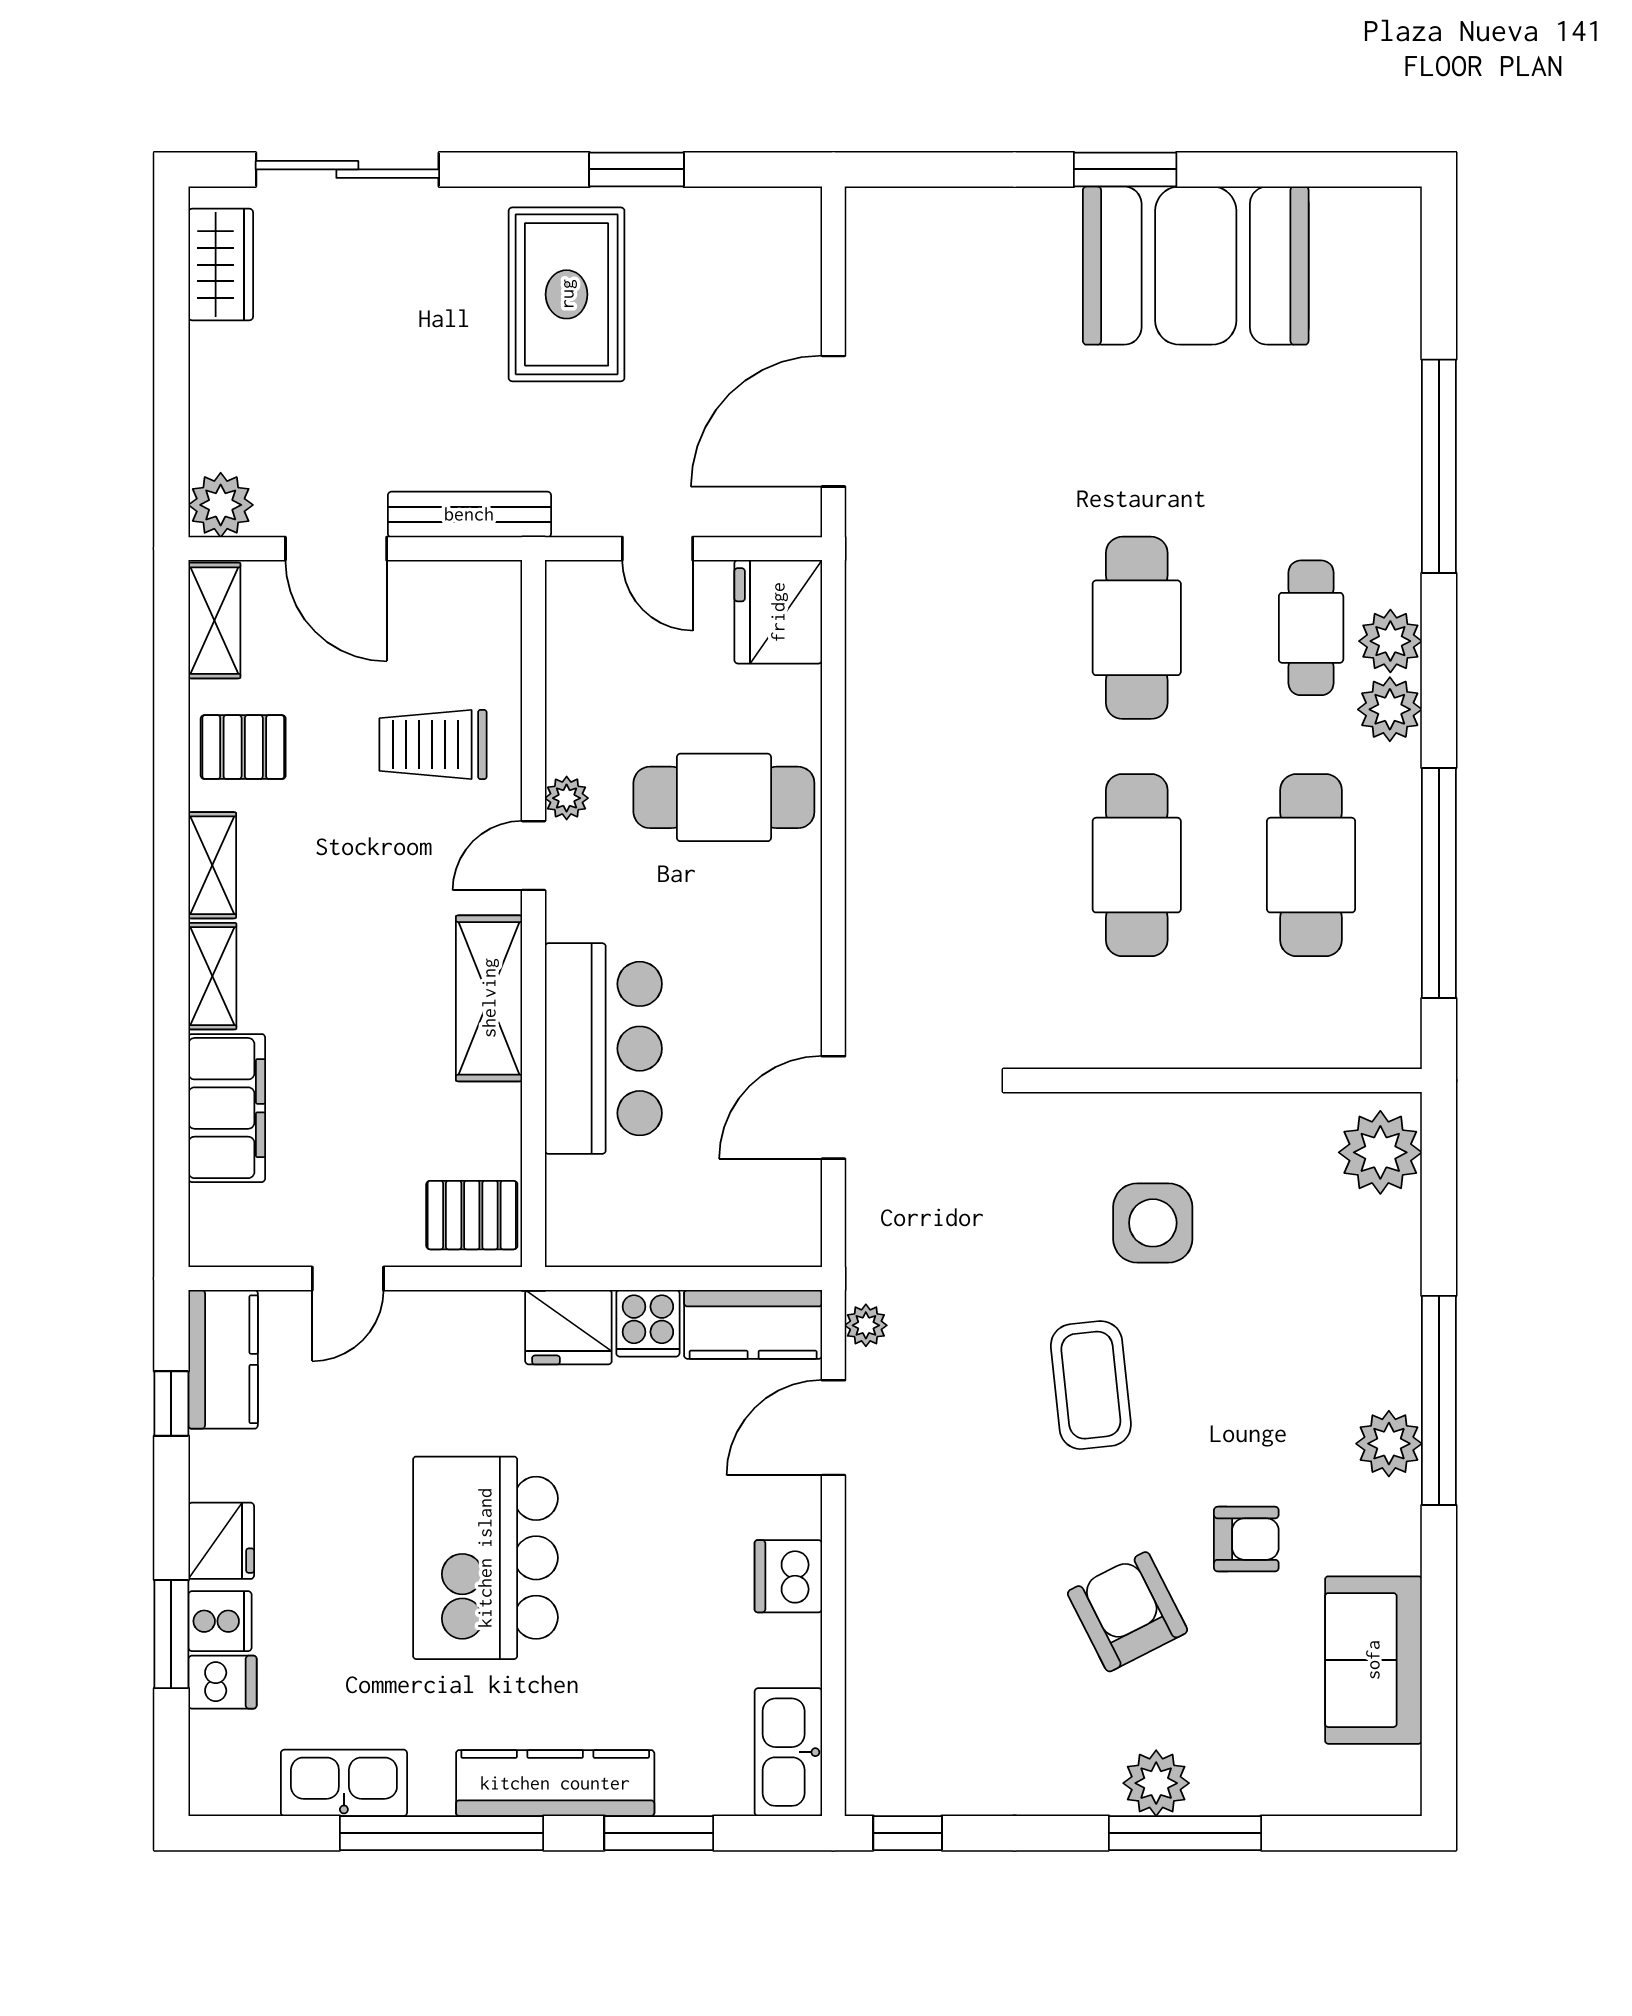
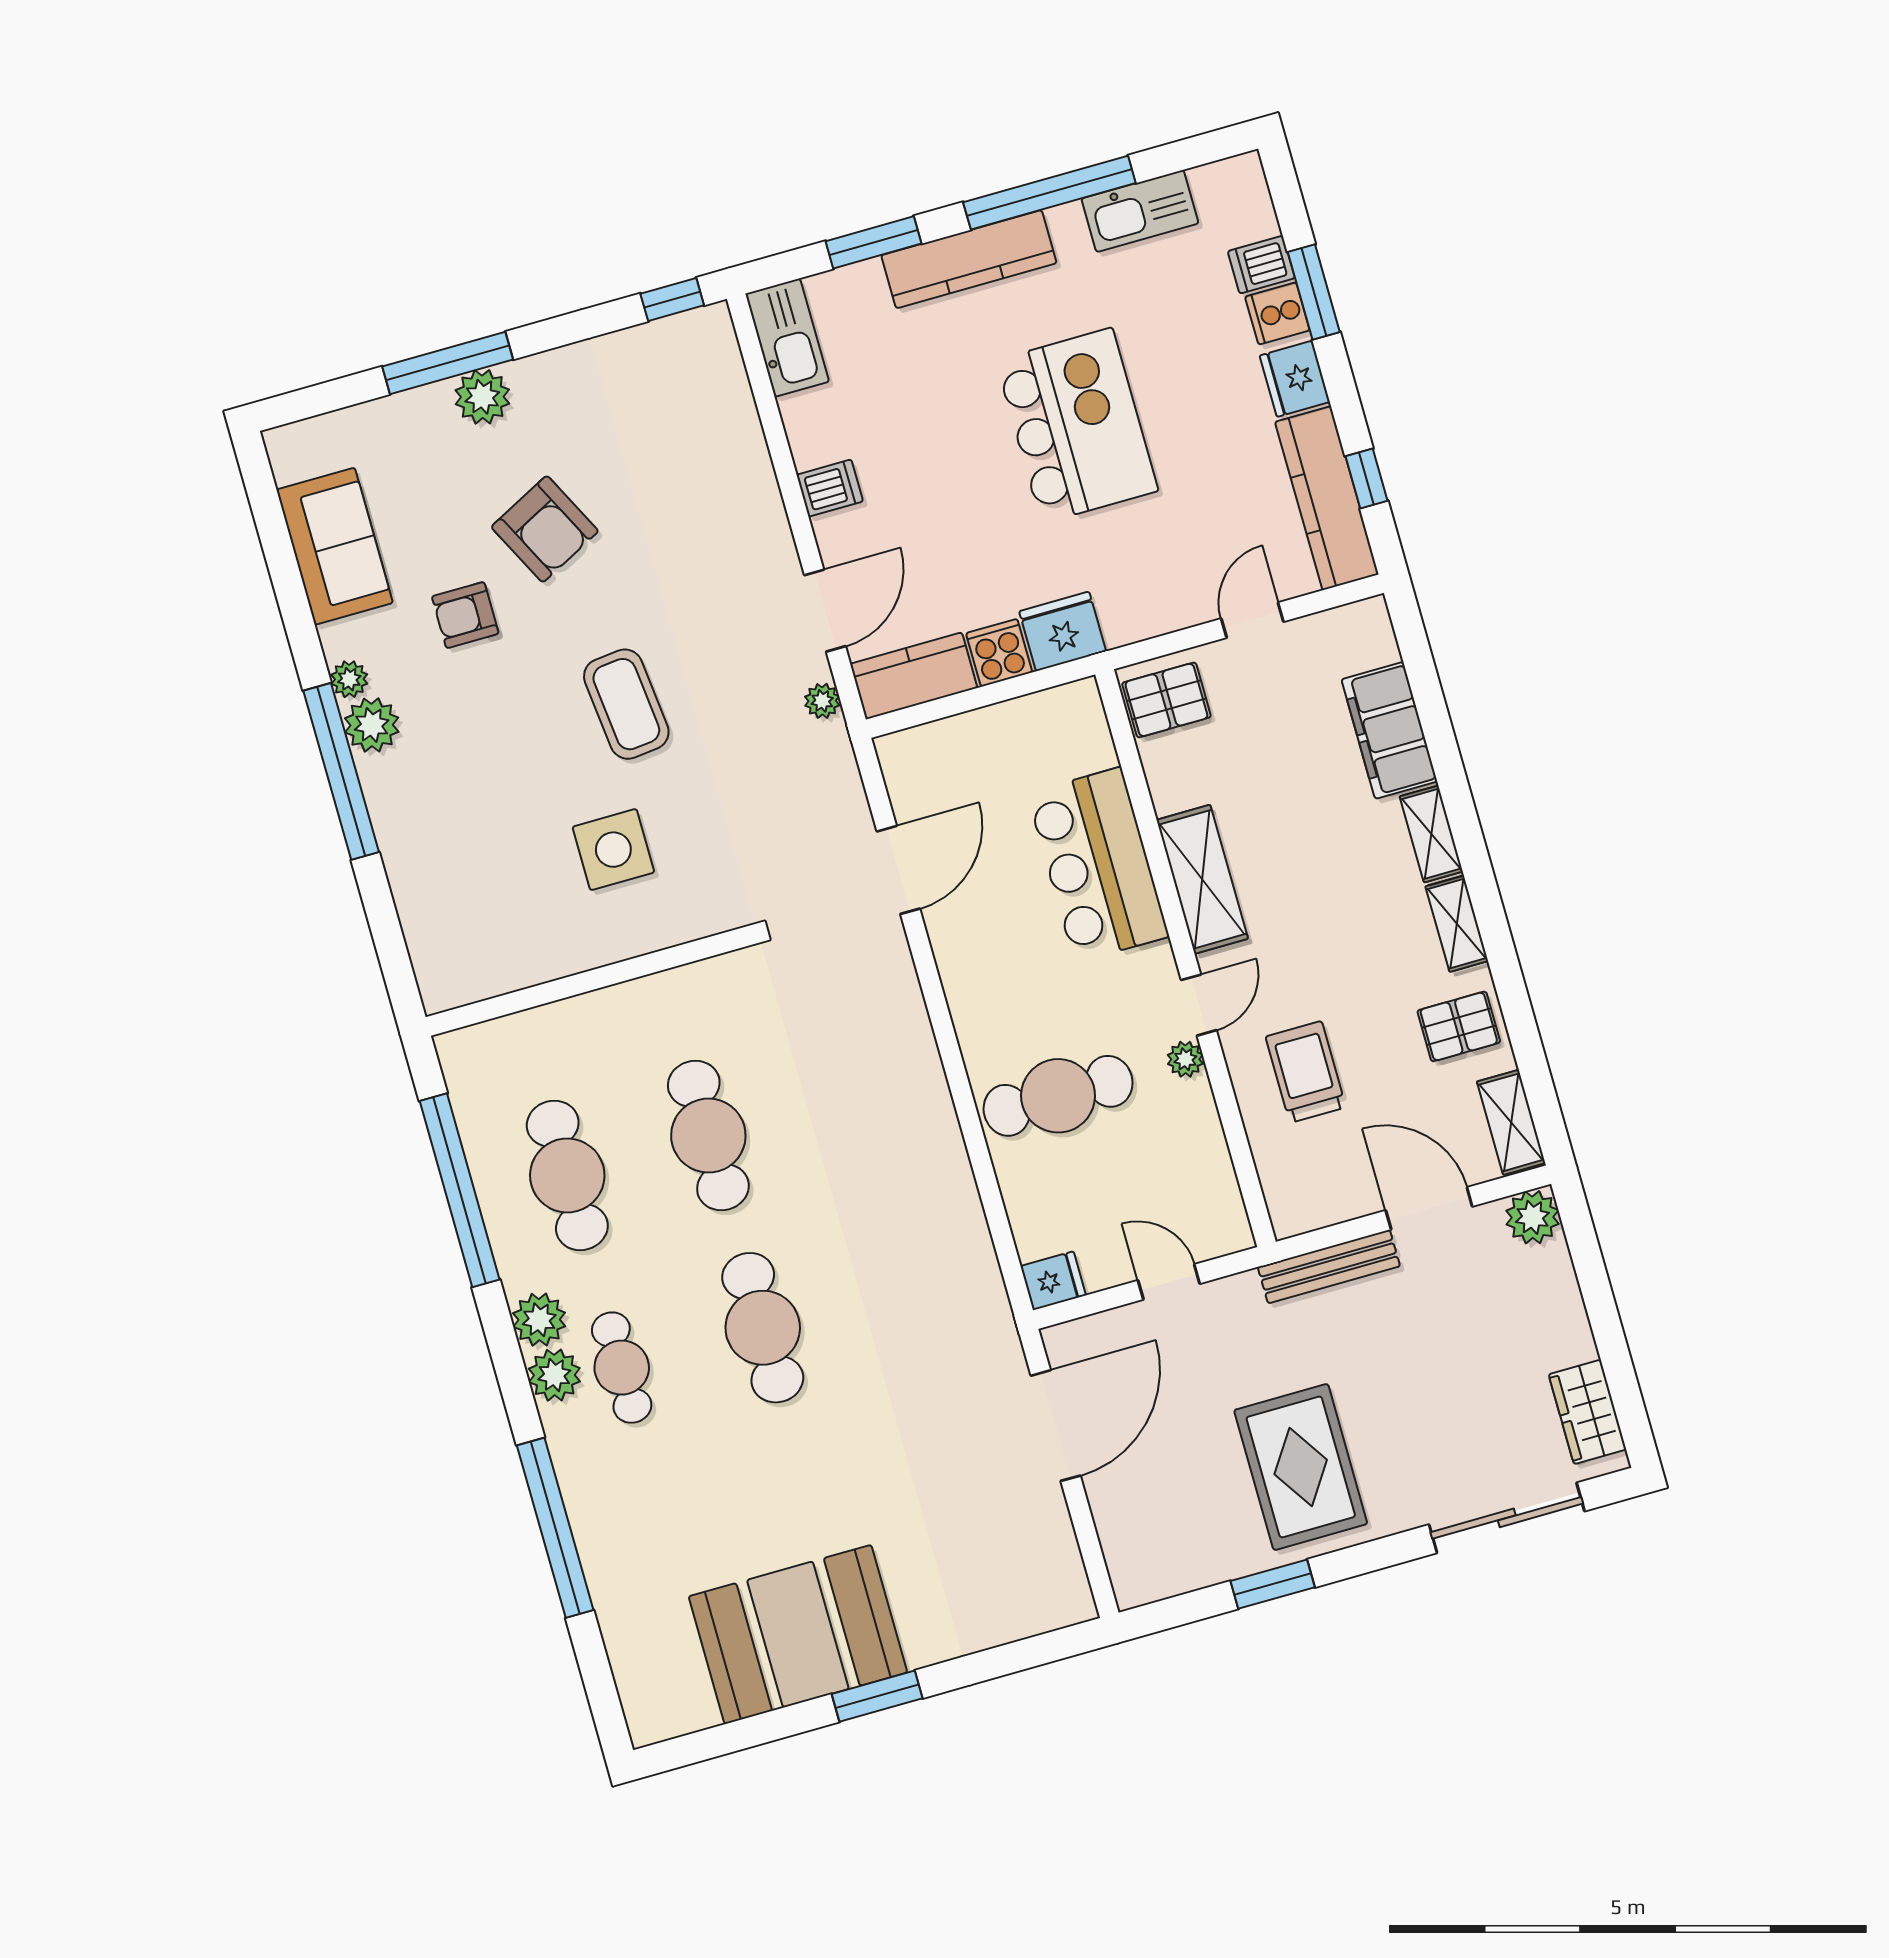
fridge: (778, 612) -> (1053, 1281), width x0.53, depth x0.75
trolley: (433, 744) -> (1306, 1072), turned -90
plant: (1380, 1152) -> (349, 679), moved, width x0.53, depth x0.53
kitchen counter: (223, 1359) -> (1327, 498), width x1.50
dishwasher: (788, 1576) -> (830, 488), width x0.73

